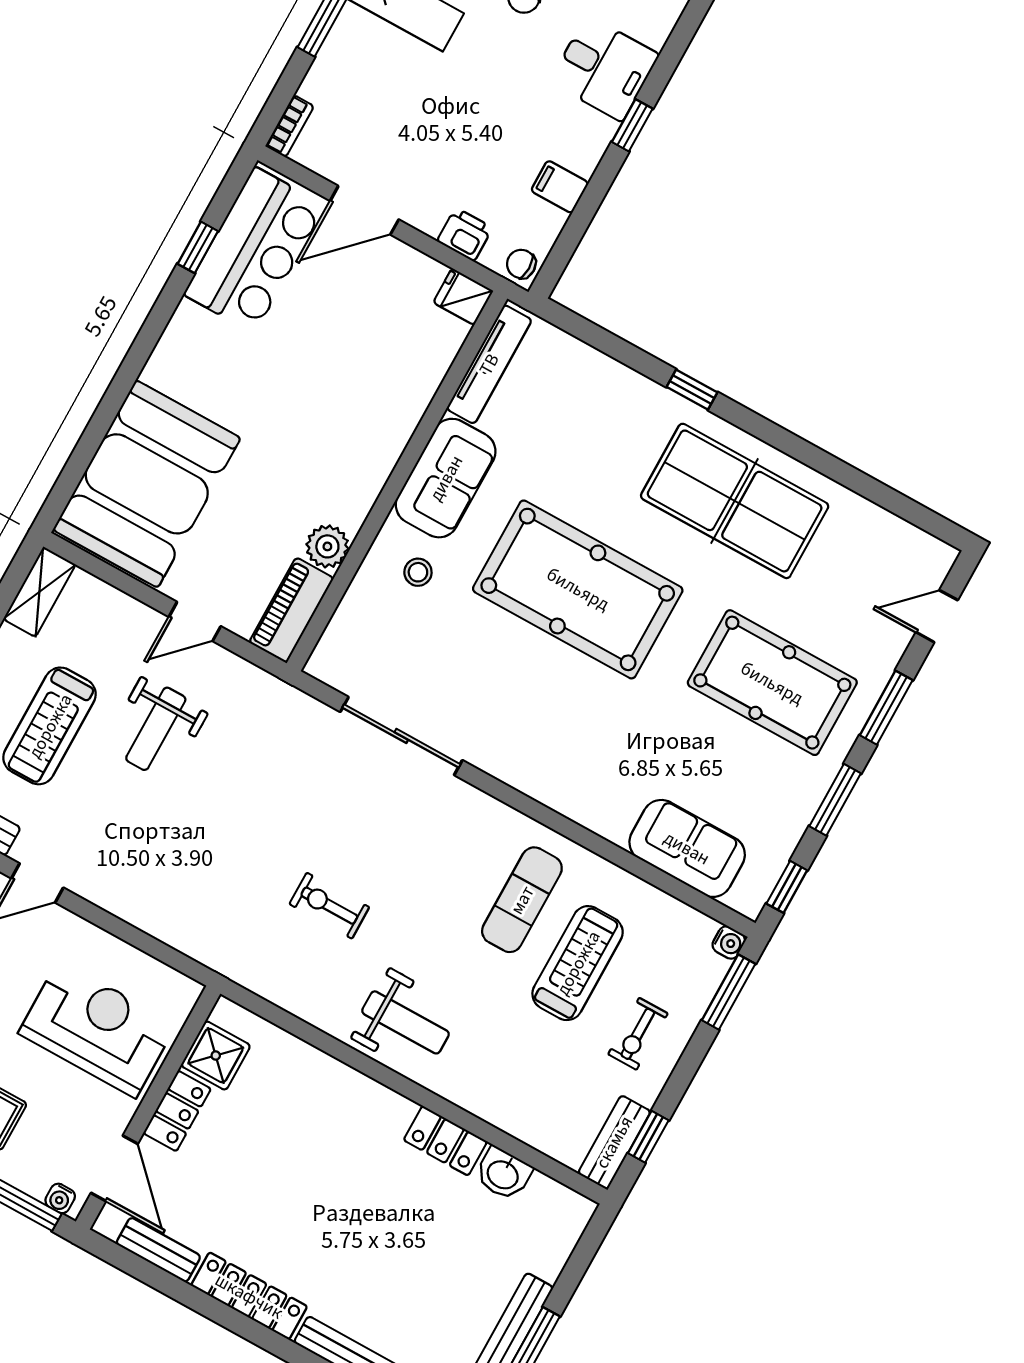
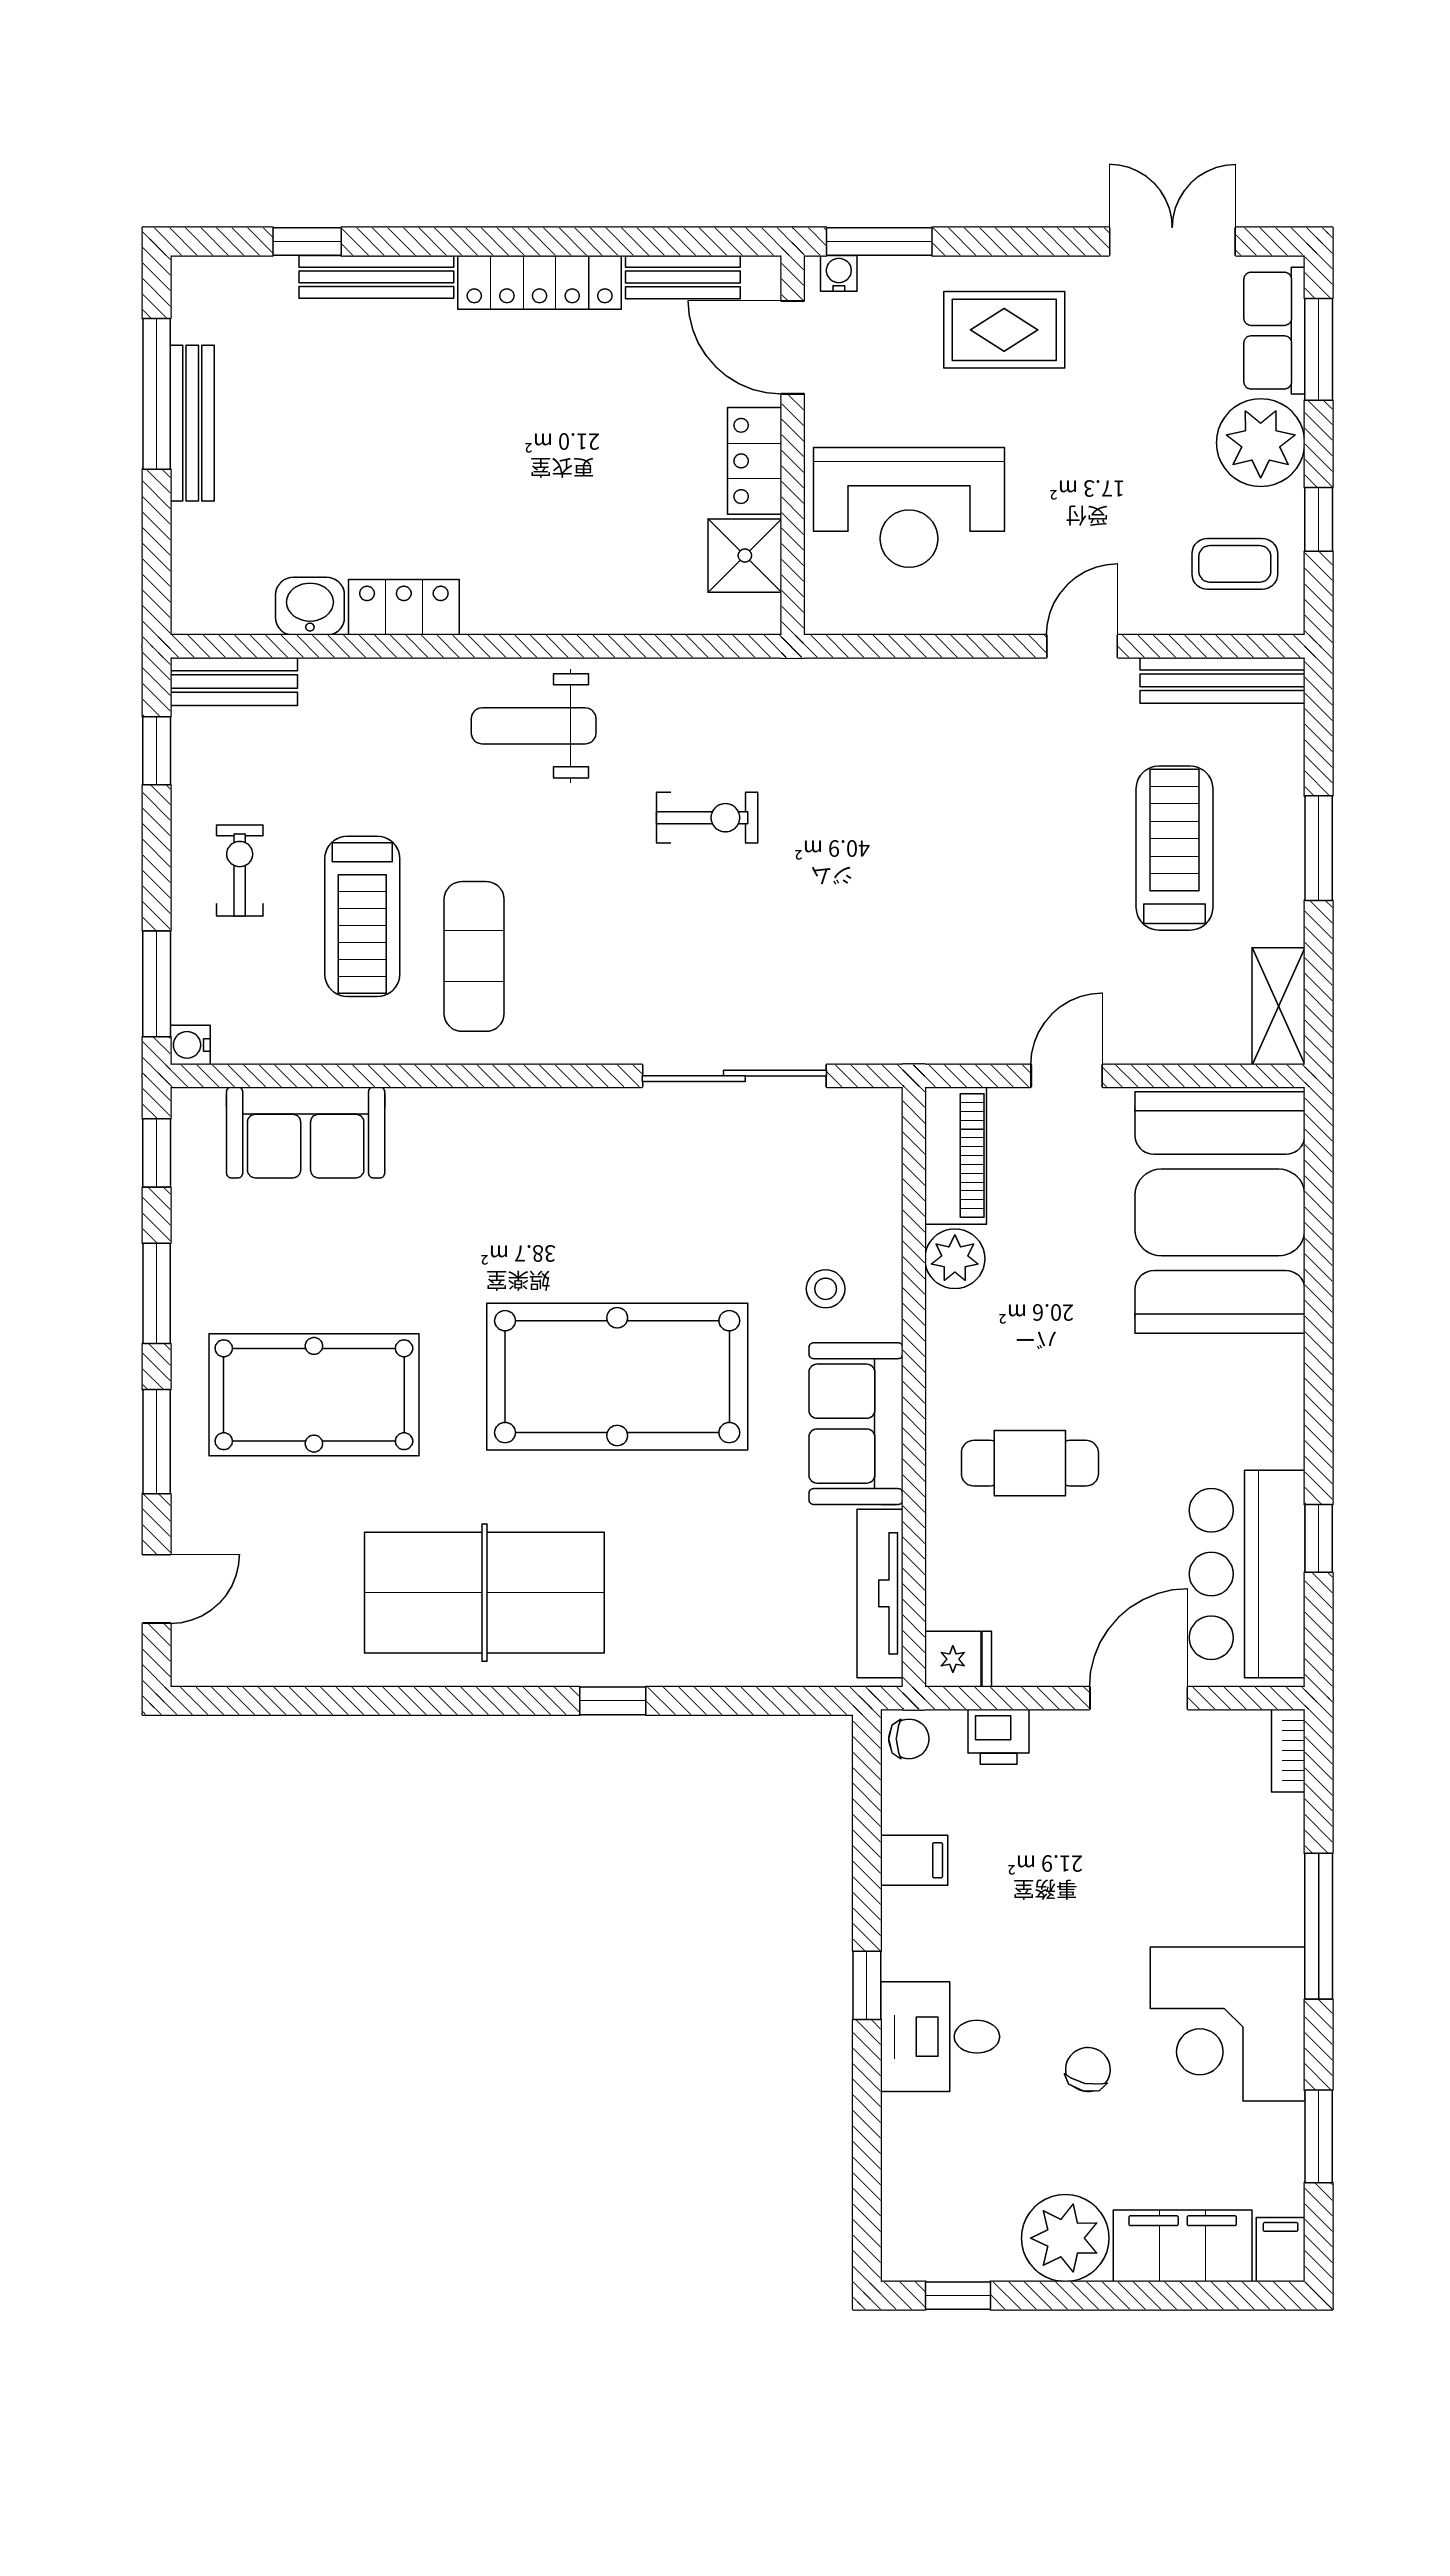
cafe table: (351, 394) -> (1030, 1463), added
weight bench: (156, 729) -> (1042, 917), removed
bench: (614, 1142) -> (234, 681), moved, turned 90

